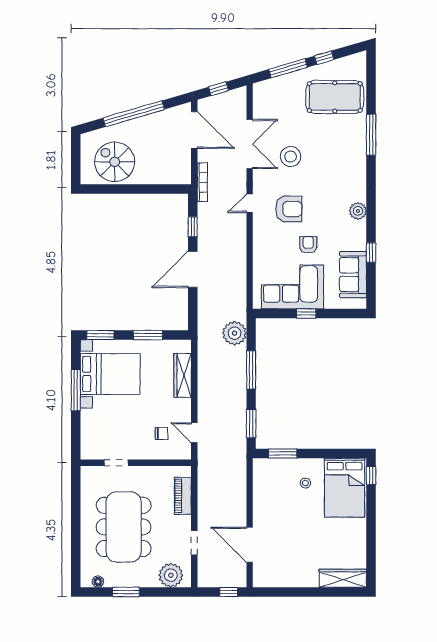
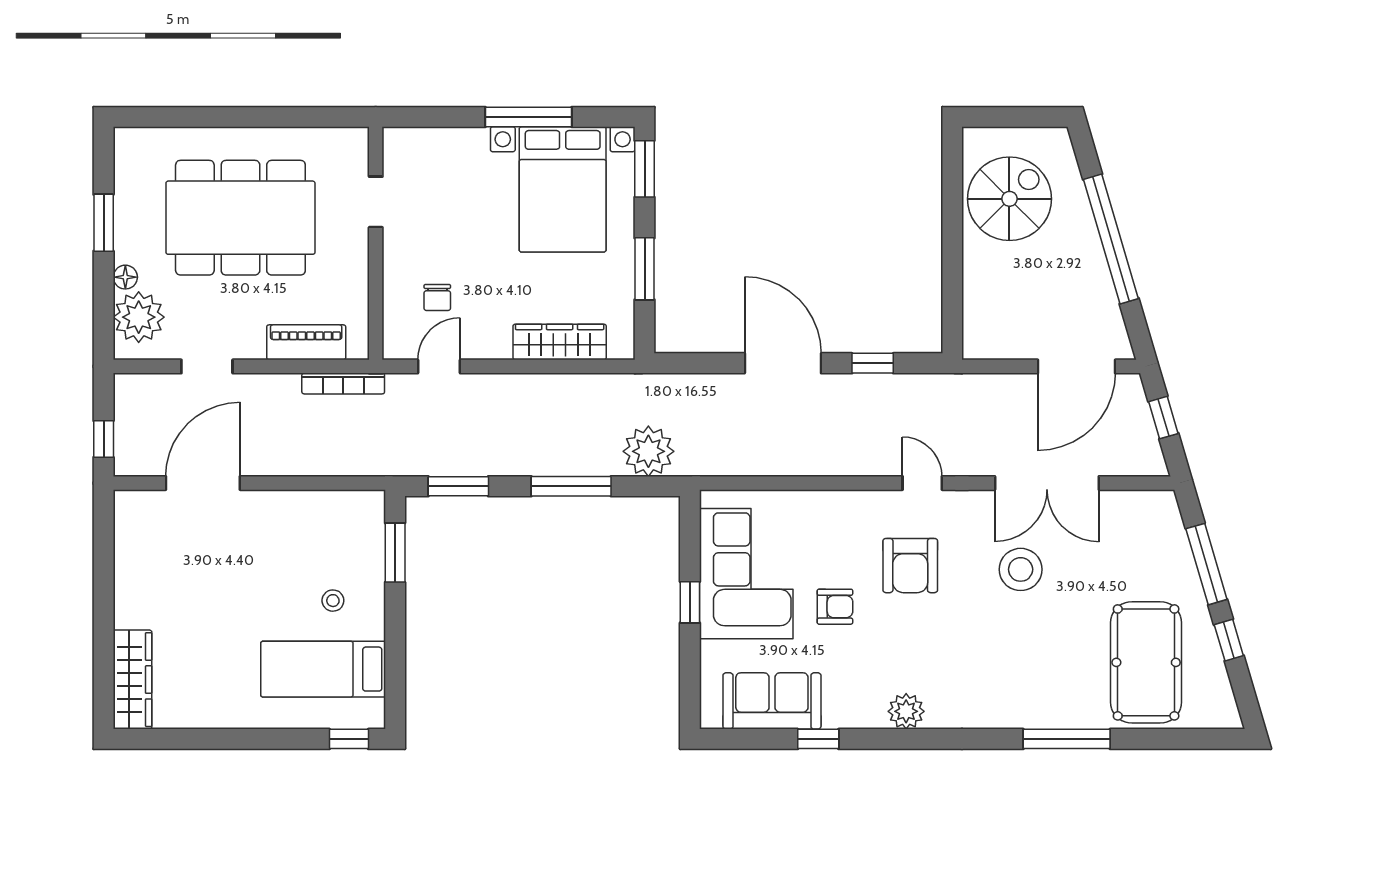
bookcase: (202, 182) -> (343, 383), moved
bed: (345, 488) -> (323, 669), width x0.67
floor lamp: (98, 582) -> (125, 277), moved

